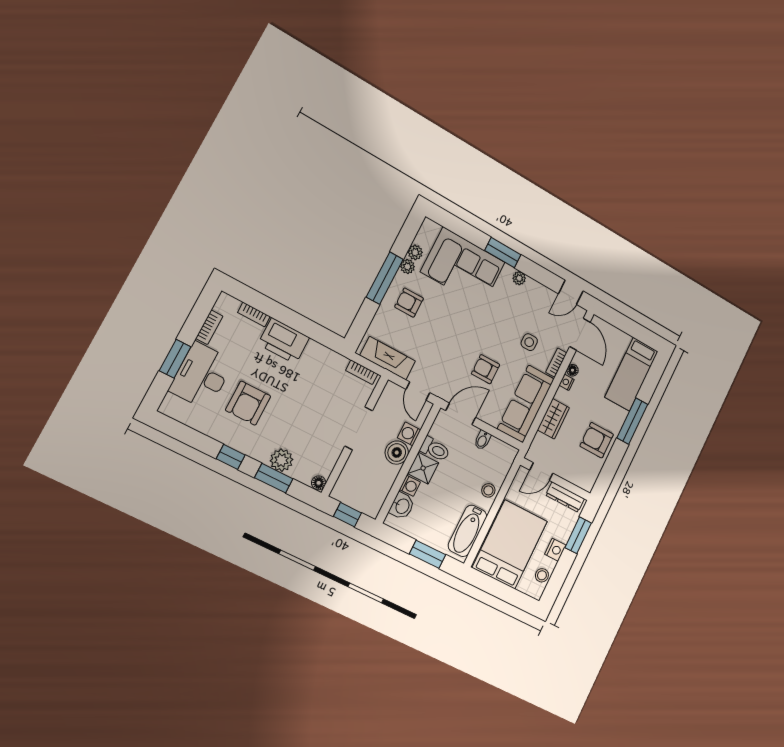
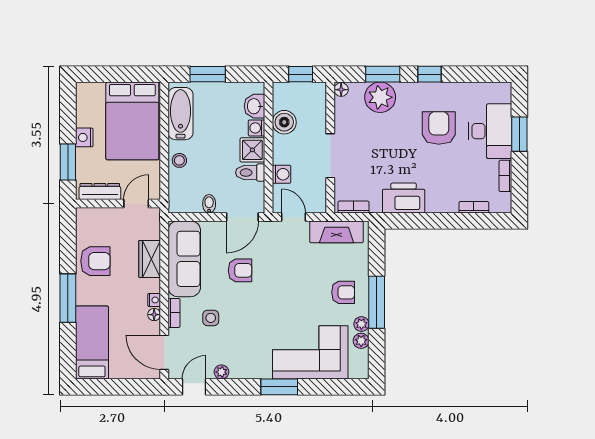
plant: (519, 278) -> (221, 372), moved
printer: (284, 341) -> (404, 198), moved
boiler: (397, 453) -> (284, 122), moved
plant: (281, 460) -> (380, 97), width x1.36, depth x1.36
stool: (542, 575) -> (85, 107), removed

